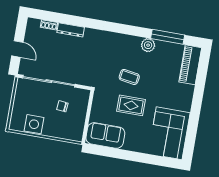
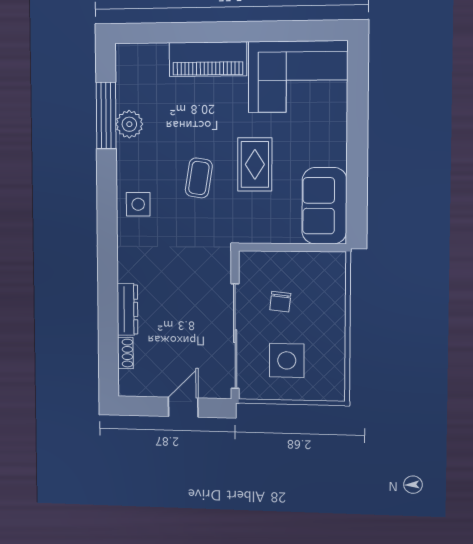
side table: (122, 45) -> (138, 204), added
plant: (148, 45) -> (129, 124), moved
piano: (190, 65) -> (208, 59), moved
side table: (34, 124) -> (287, 360), moved

